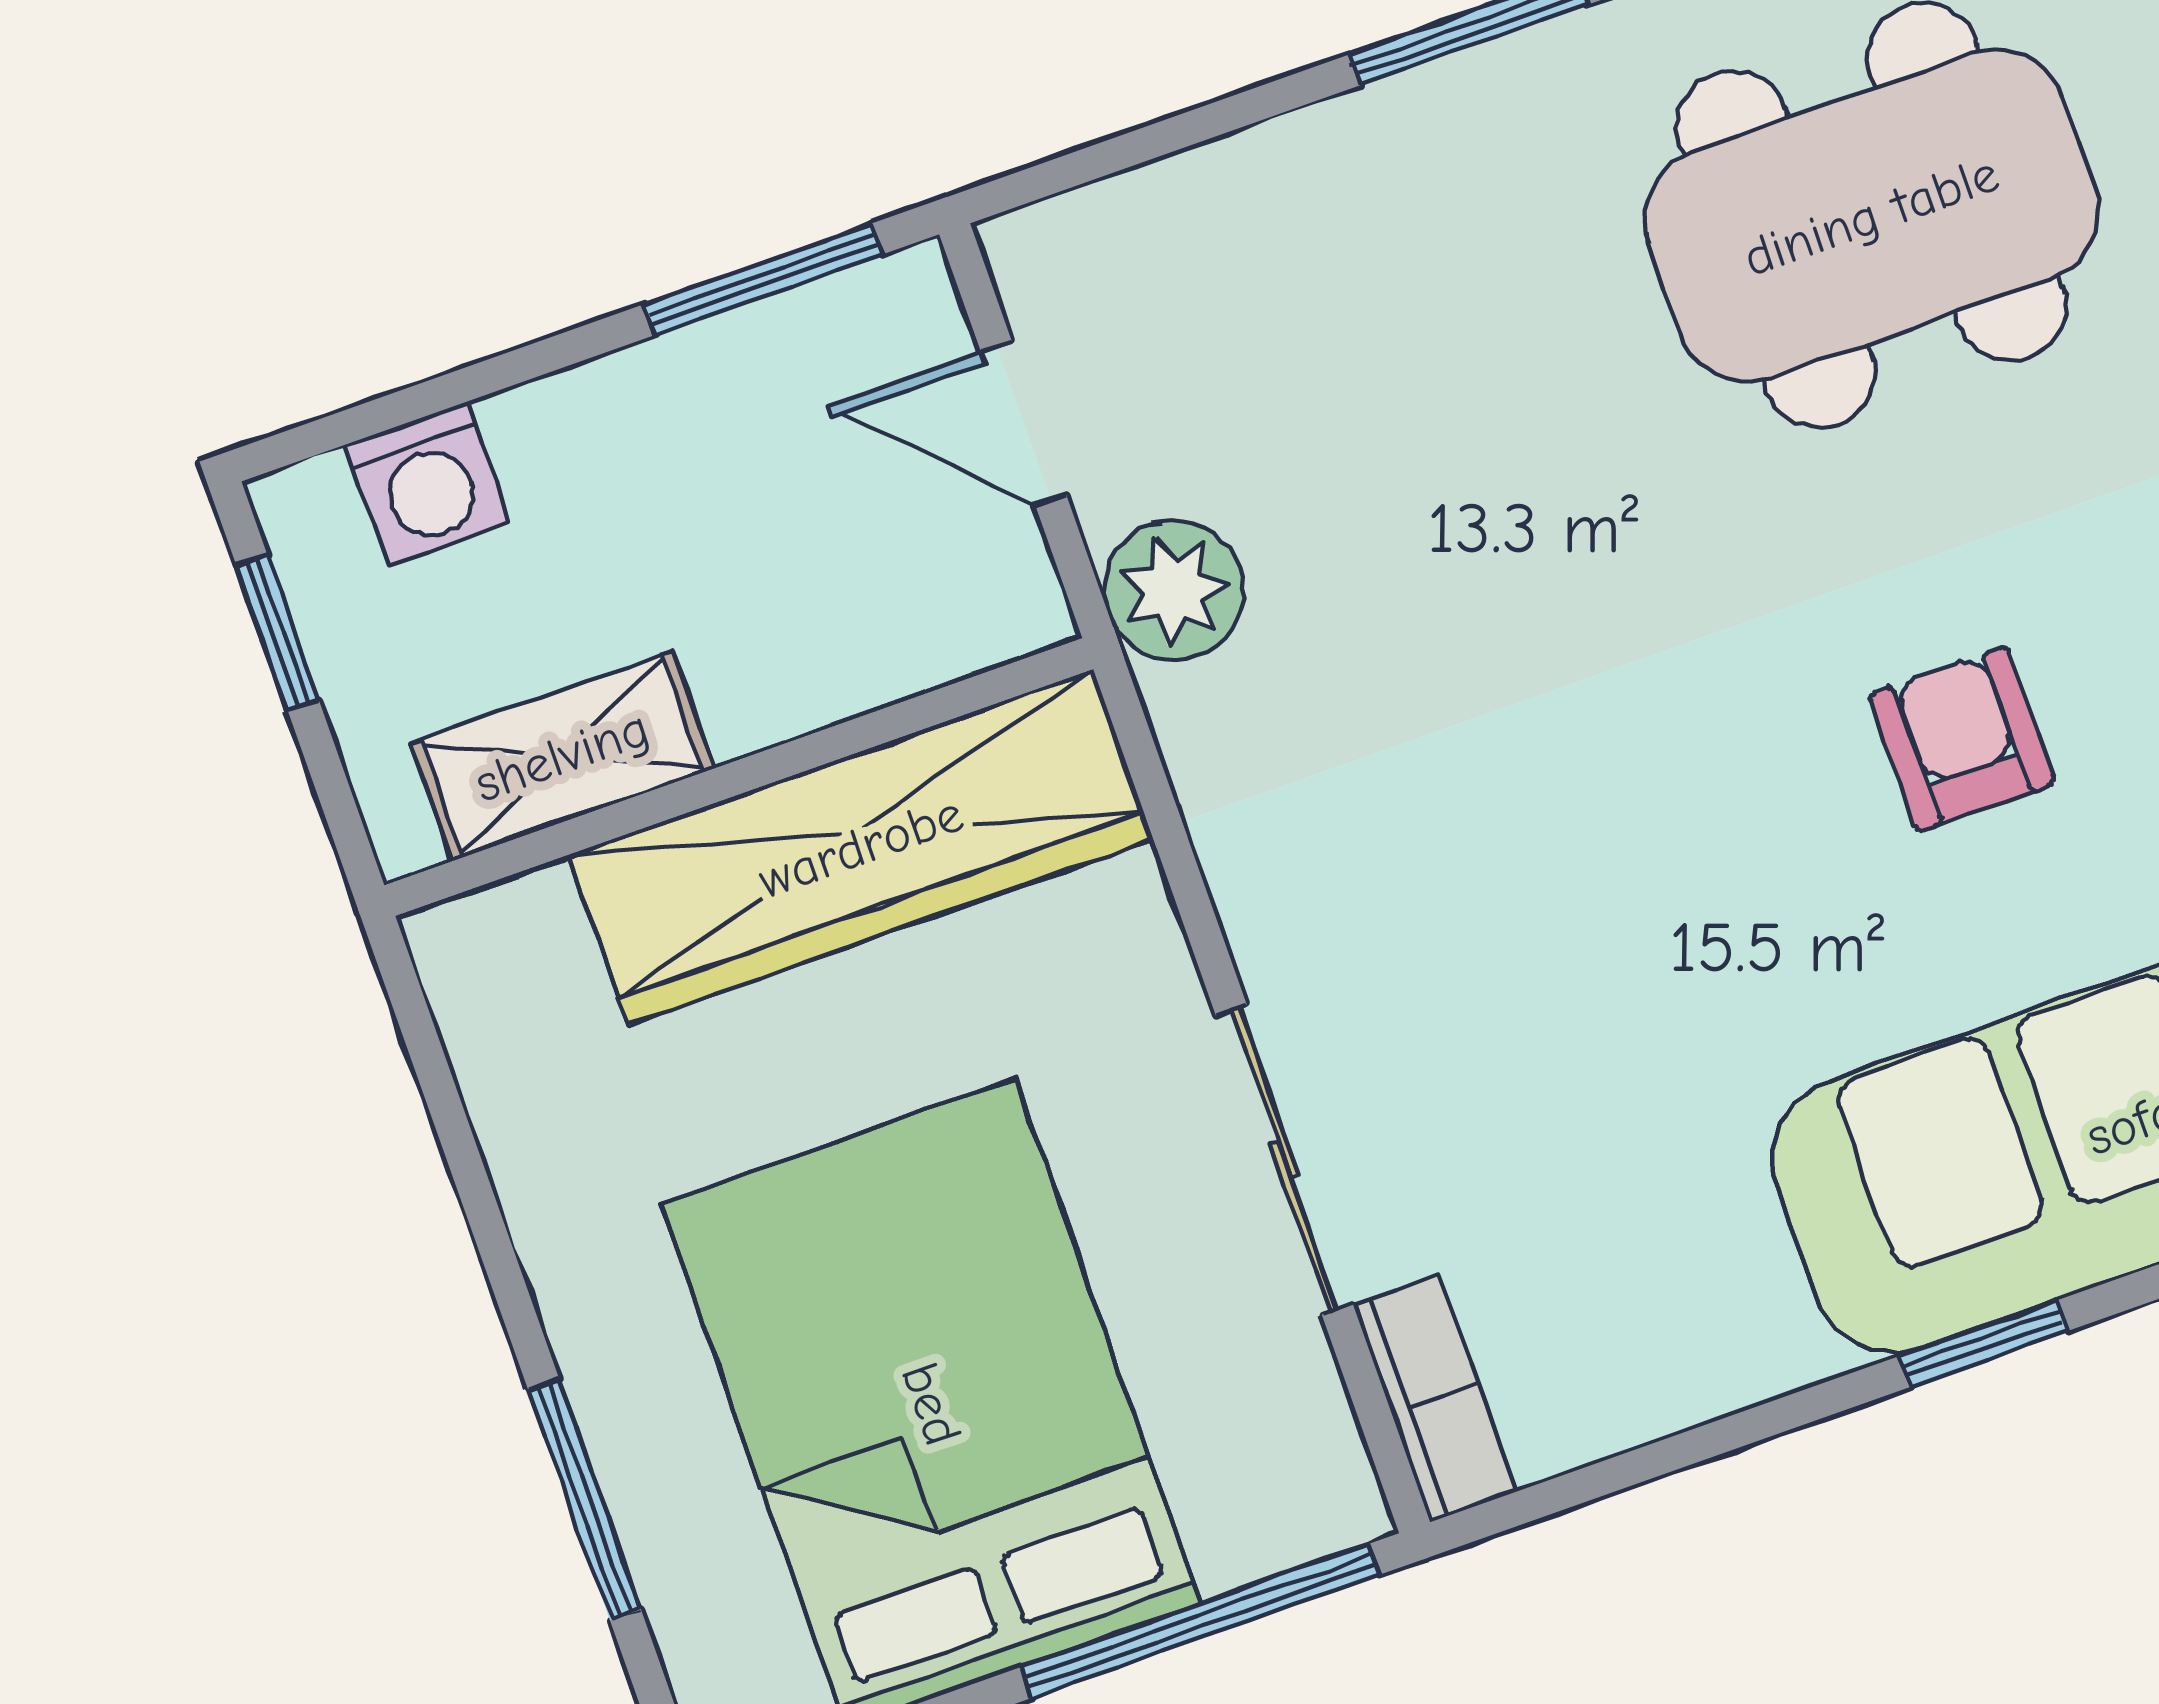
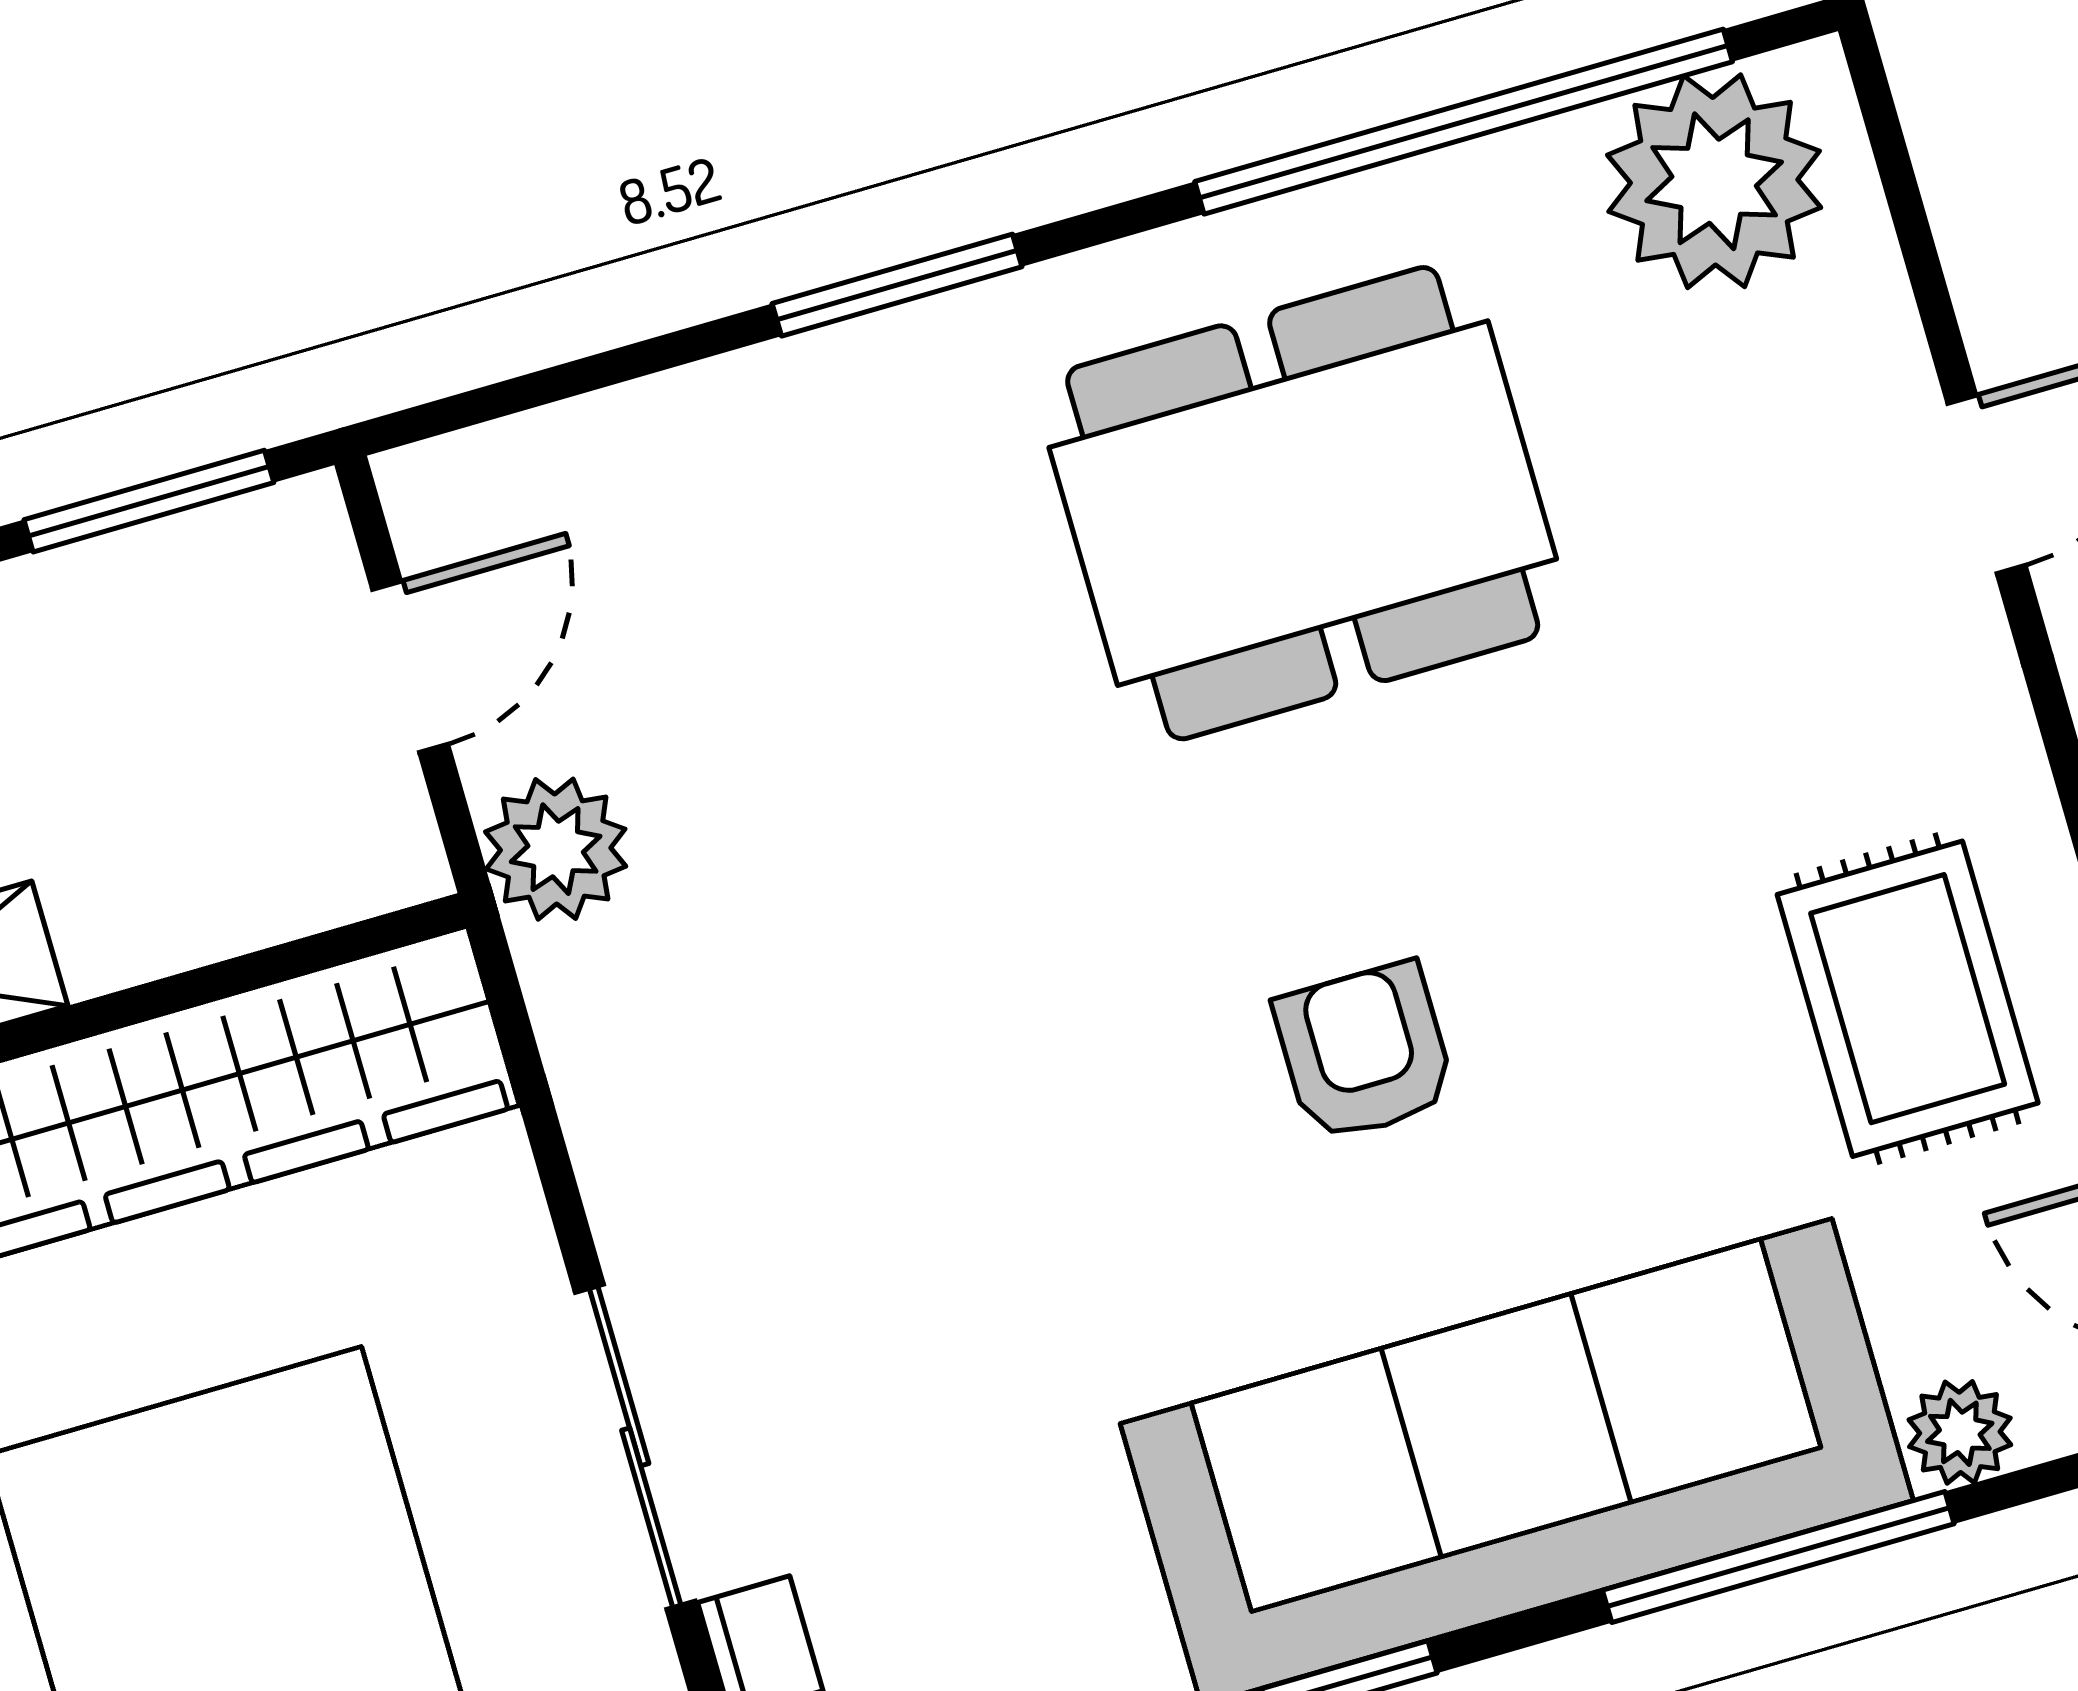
door: (1024, 423) -> (410, 667), swing flipped

